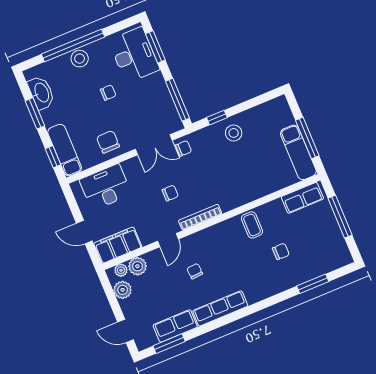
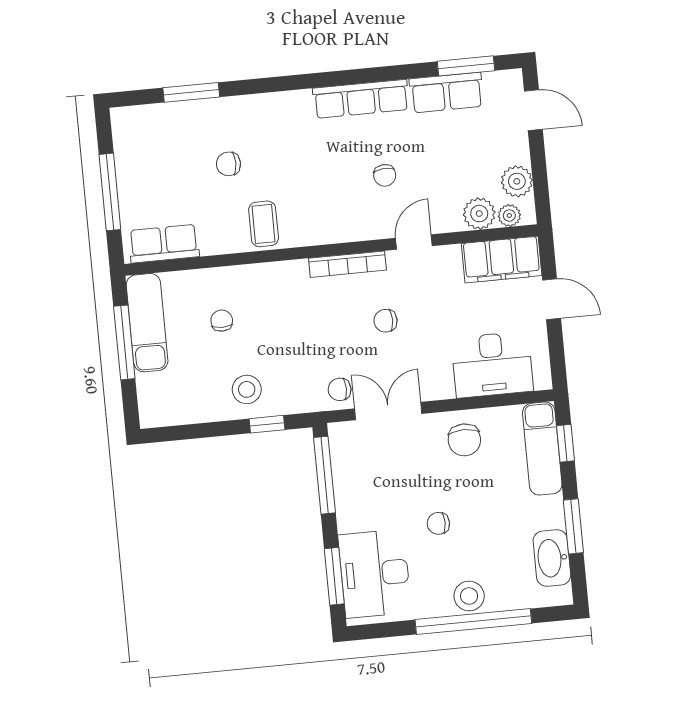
chair: (258, 166) -> (222, 321), added

